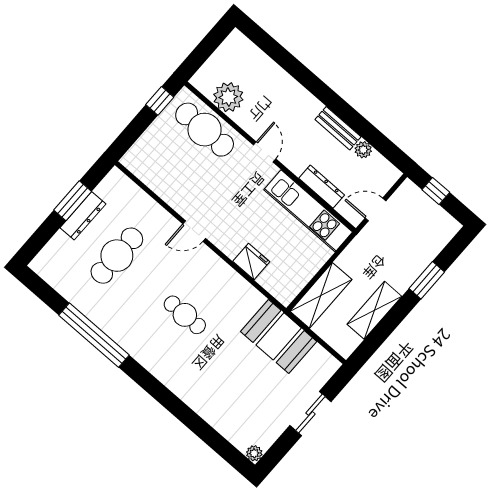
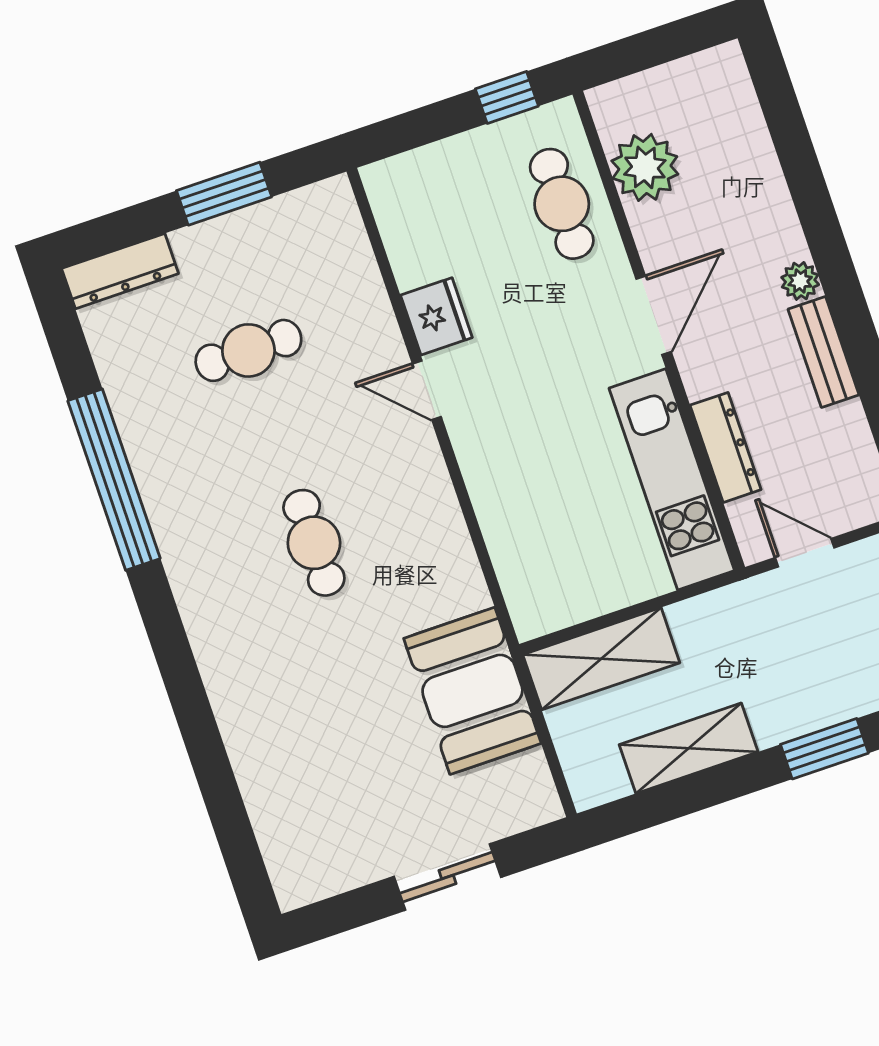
cafe table: (205, 130) -> (562, 204), width x0.73, depth x0.74
plant: (363, 150) -> (800, 281), moved
door: (265, 152) -> (654, 315), width x1.38
dresser: (83, 216) -> (120, 271), moved
cafe table: (117, 256) -> (248, 350), width x0.73, depth x0.74
fridge: (251, 262) -> (436, 316), moved
plant: (254, 453) -> (293, 891), removed

